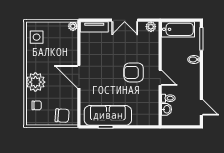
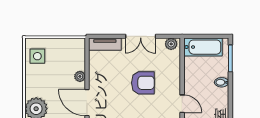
plant: (73, 26) -> (80, 76), moved
armchair: (134, 72) -> (143, 83), moved, turned 180

